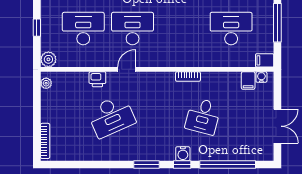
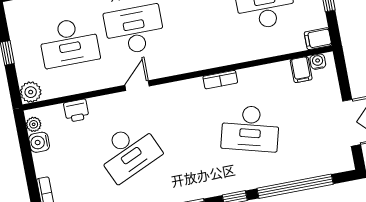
desk: (83, 29) -> (69, 42), turned 180
printer: (97, 79) -> (76, 111), moved
desk: (203, 116) -> (250, 128), width x1.37
water cooler: (183, 154) -> (39, 142), moved, turned 90

